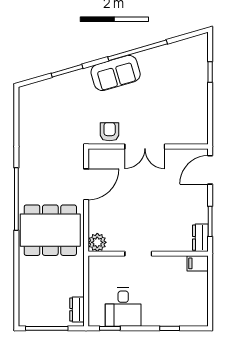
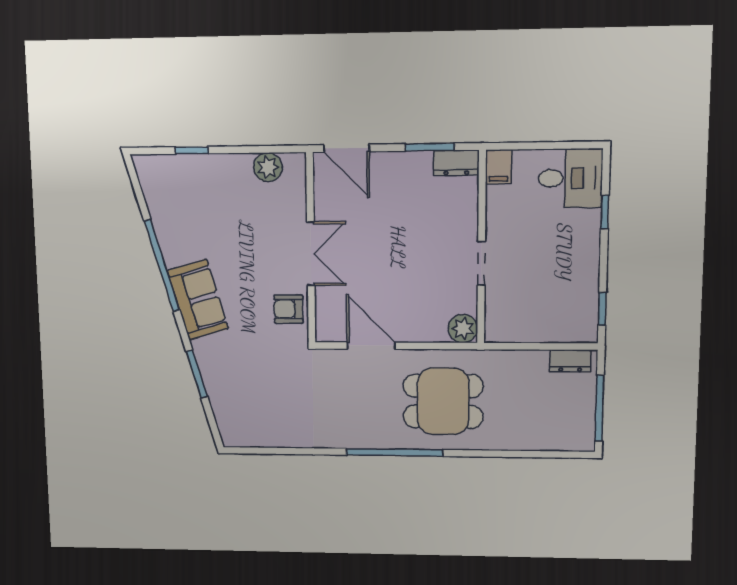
plant: (199, 120) -> (268, 167), added
dining table: (50, 230) -> (443, 401), width x0.73
desk: (123, 307) -> (570, 178), moved

